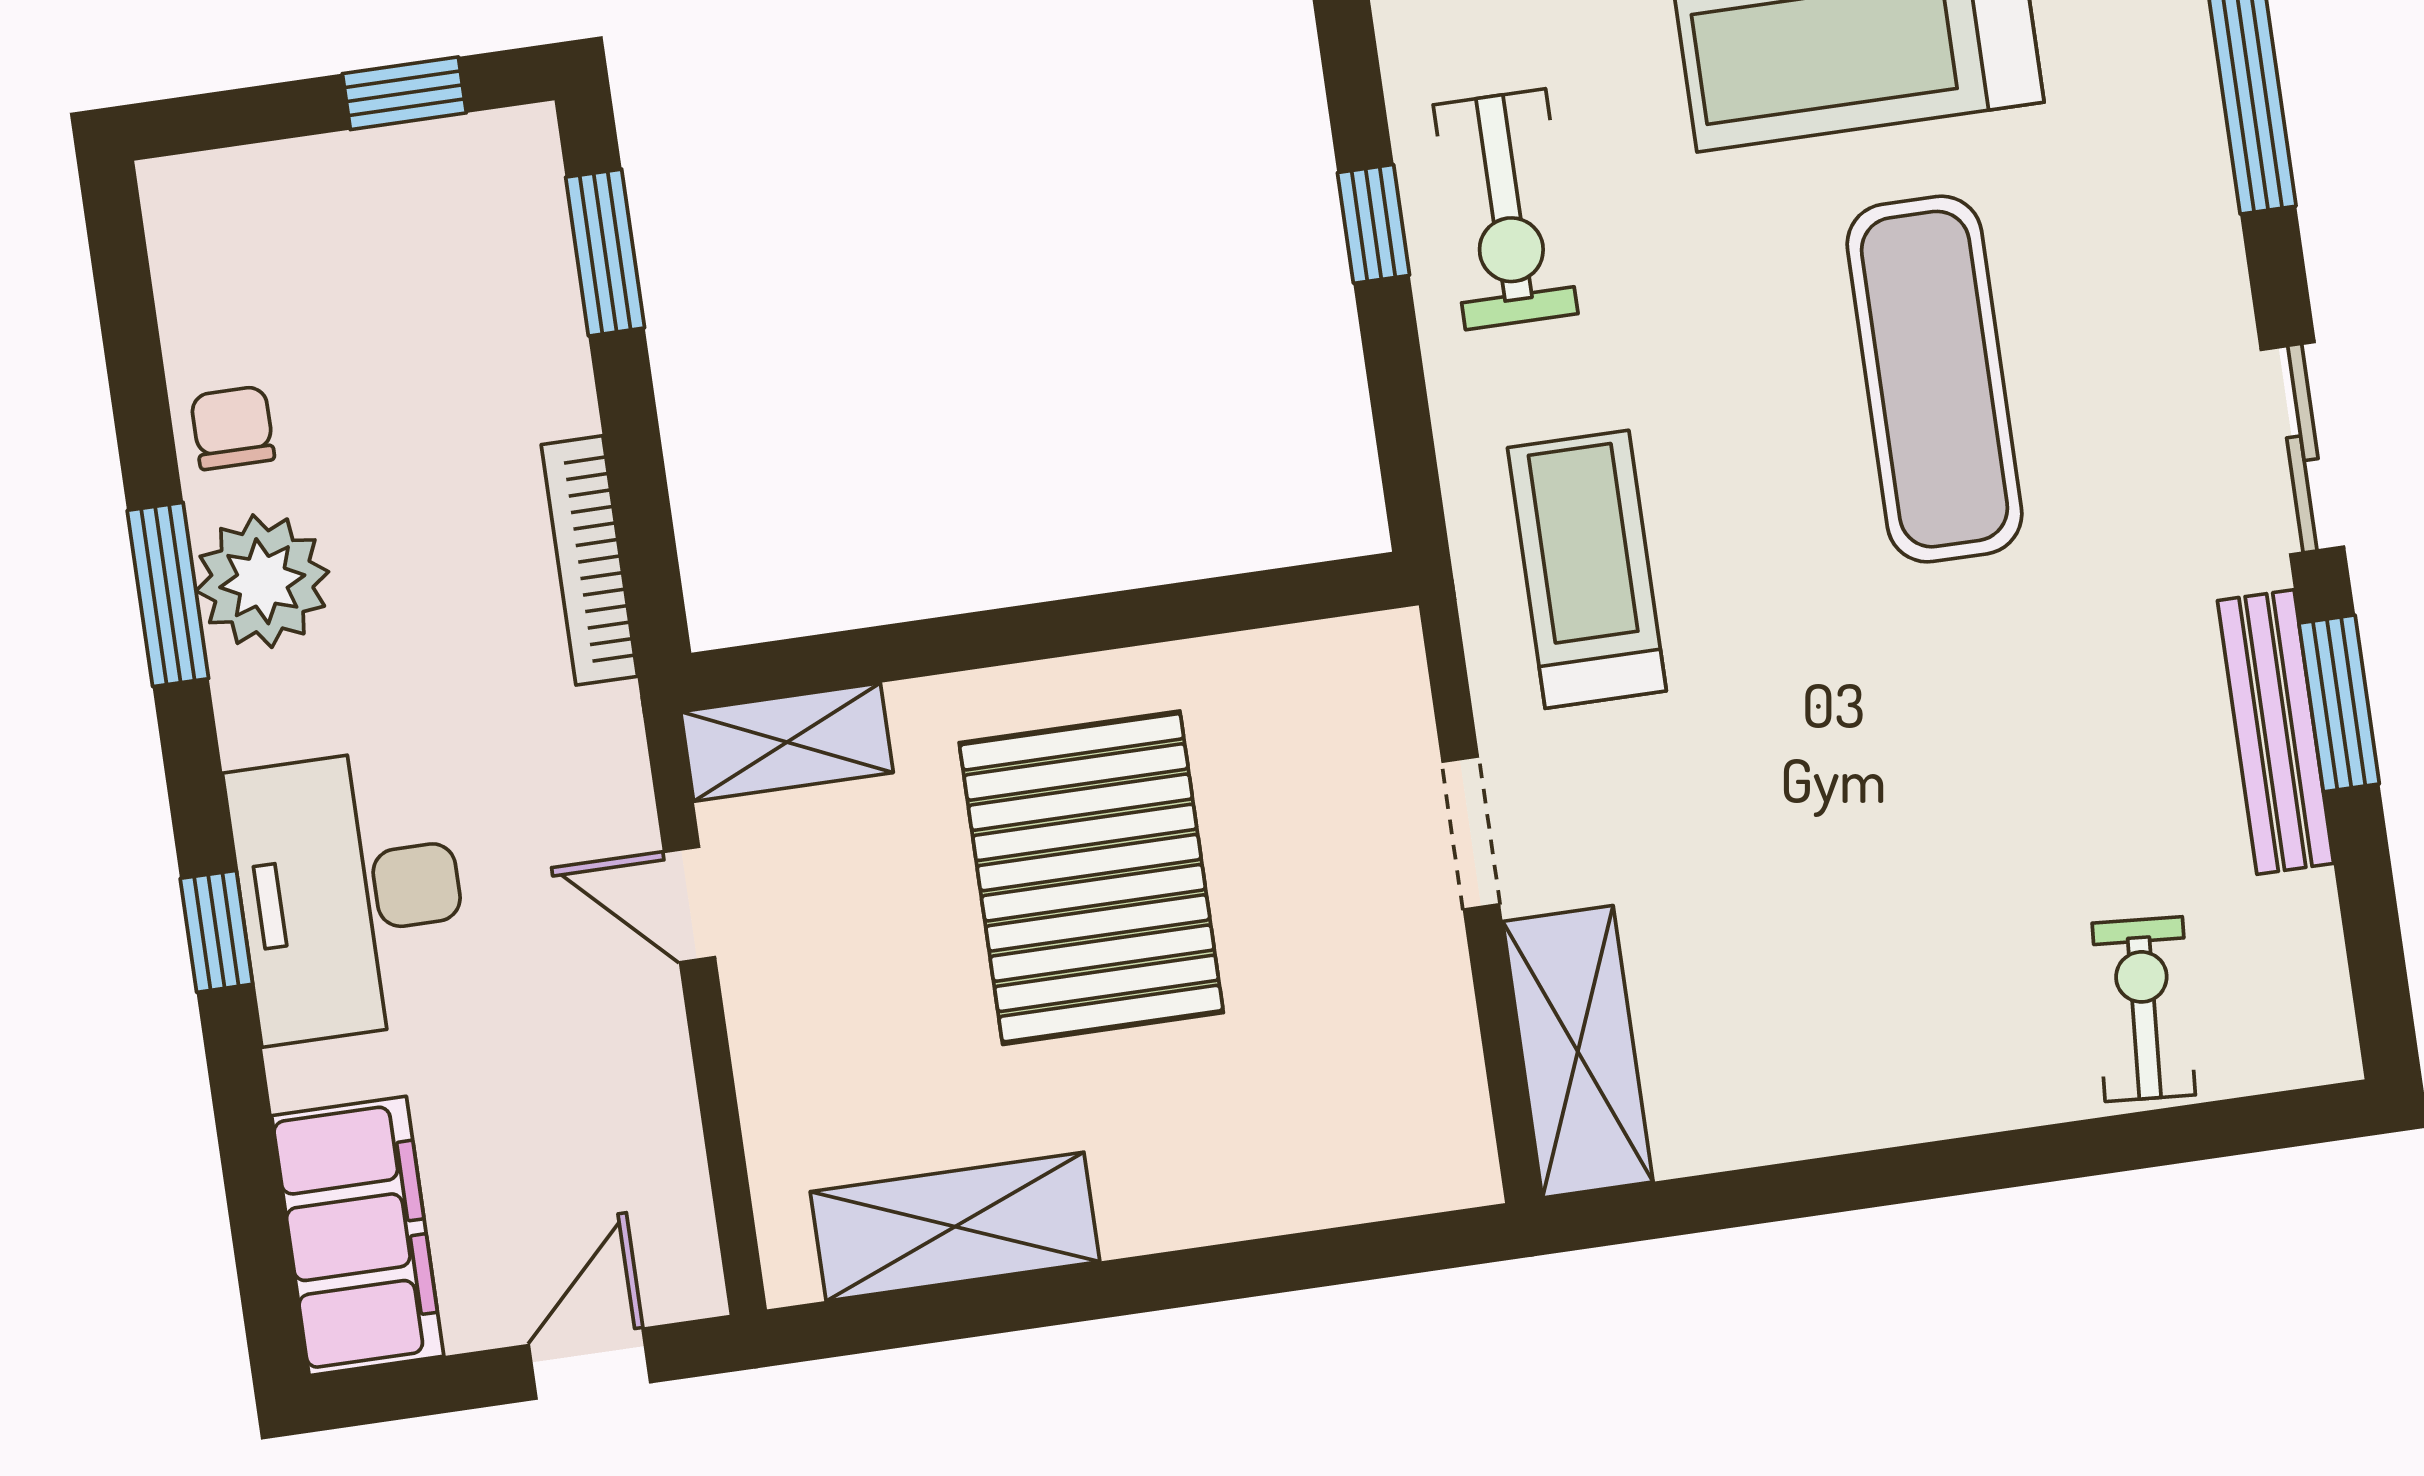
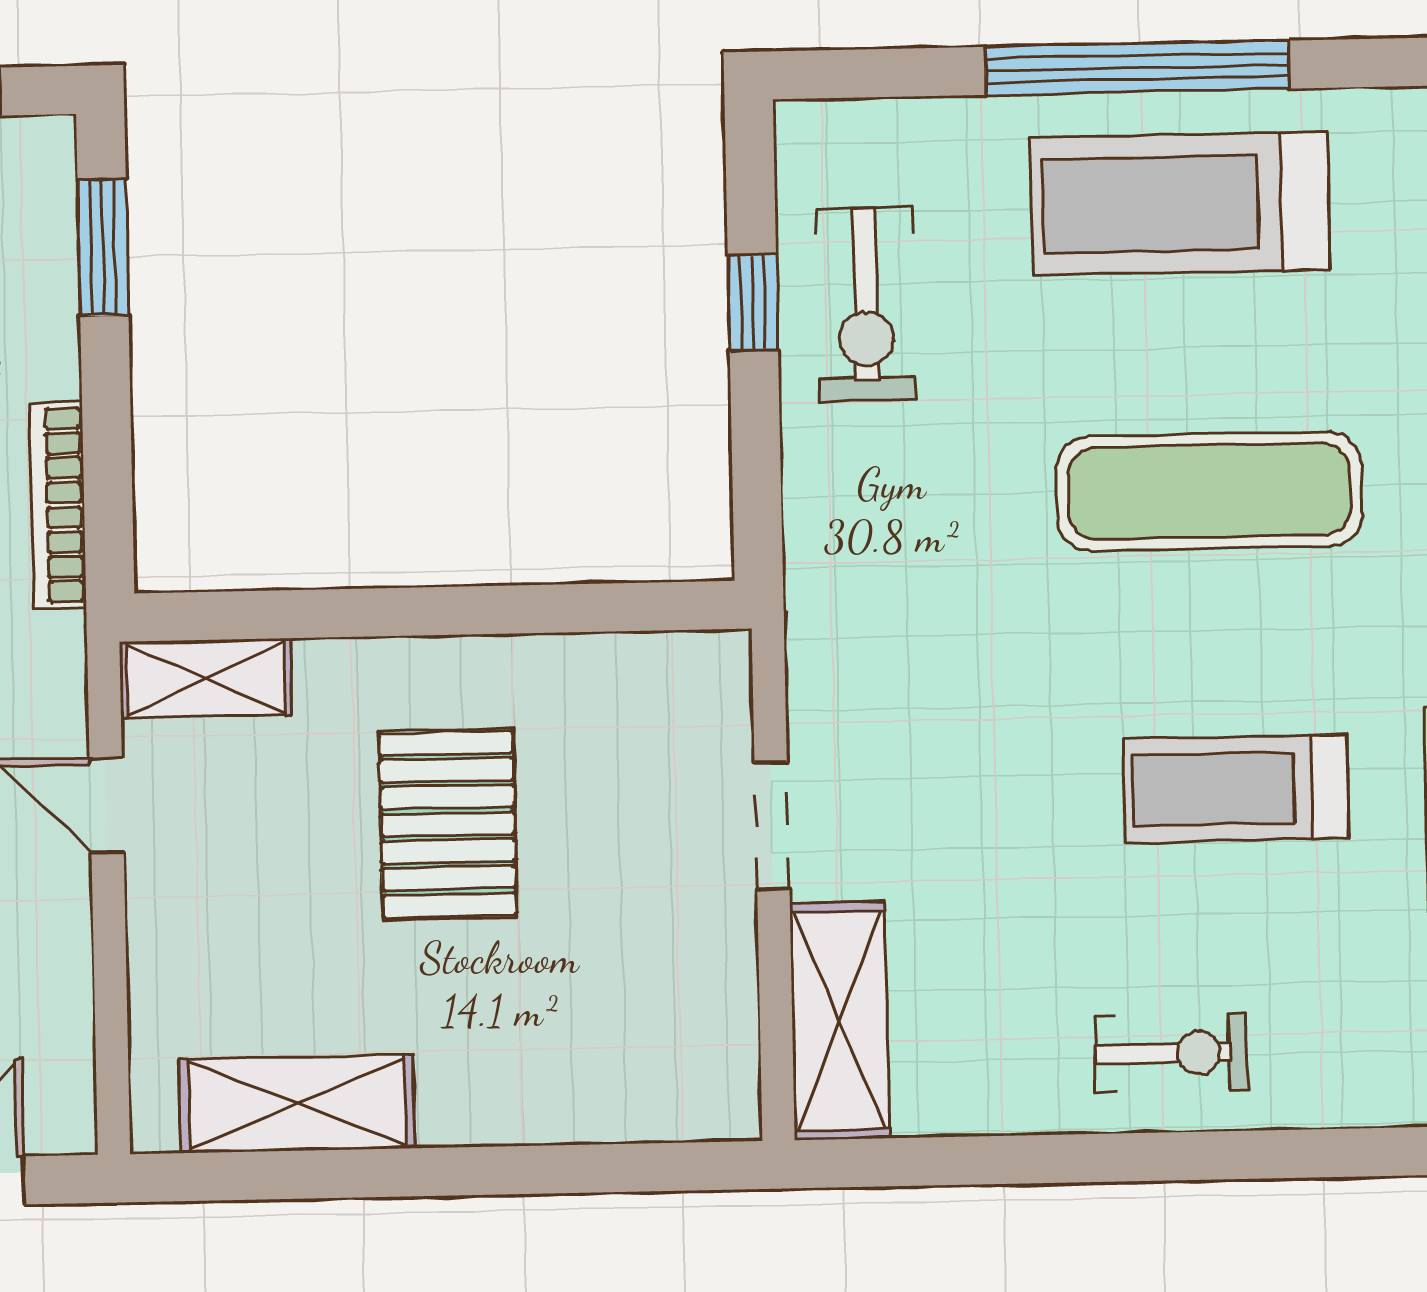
exercise mat: (1935, 379) -> (1209, 491), turned 90
treadmill: (1587, 569) -> (1236, 789), moved, turned -90
pallet: (1091, 878) -> (448, 824), width x0.73, depth x0.71
exercise bike: (2144, 1009) -> (1171, 1053), moved, turned 86

